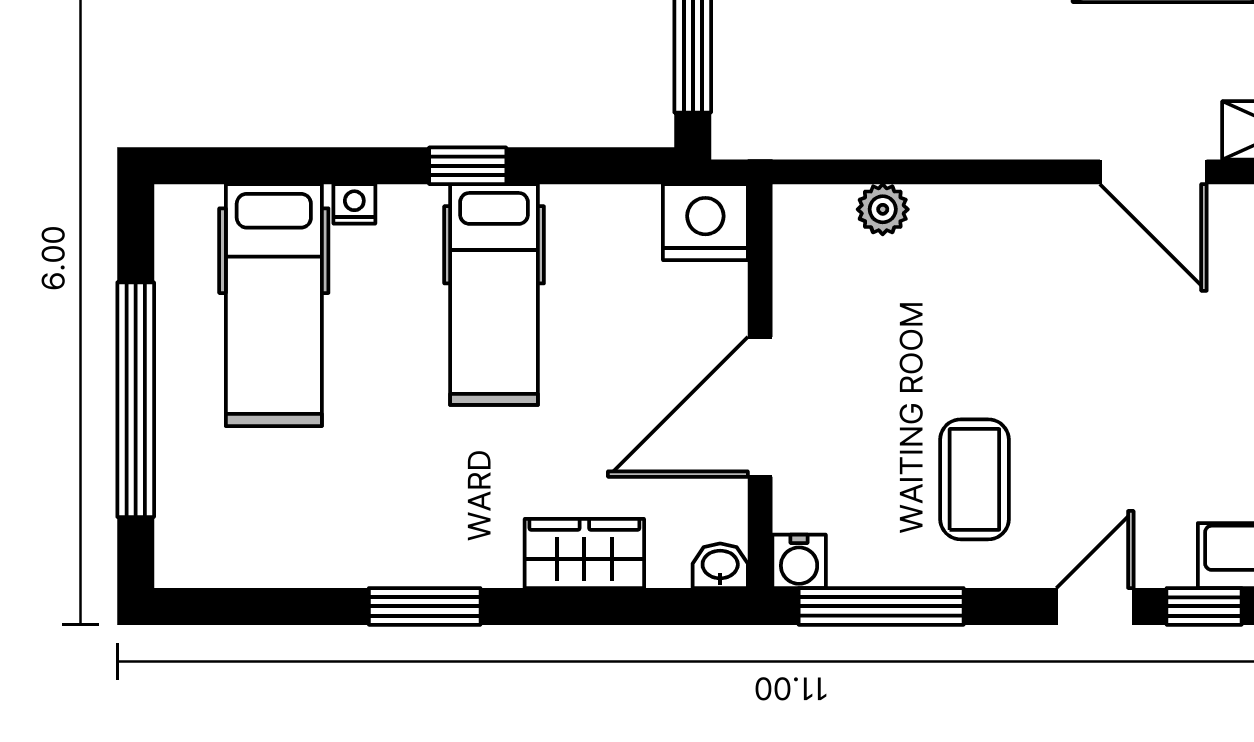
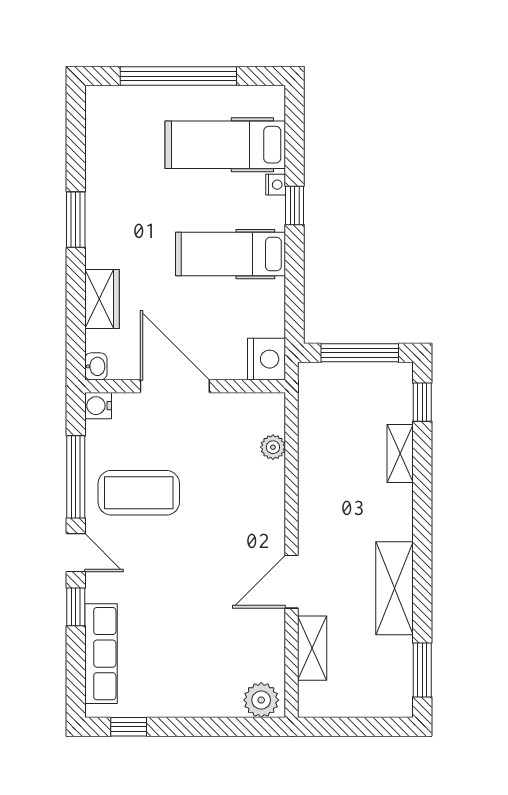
window: (468, 166) -> (295, 206), moved
coffee table: (974, 479) -> (139, 493), width x1.36, depth x1.32
window: (881, 606) -> (76, 477), moved

